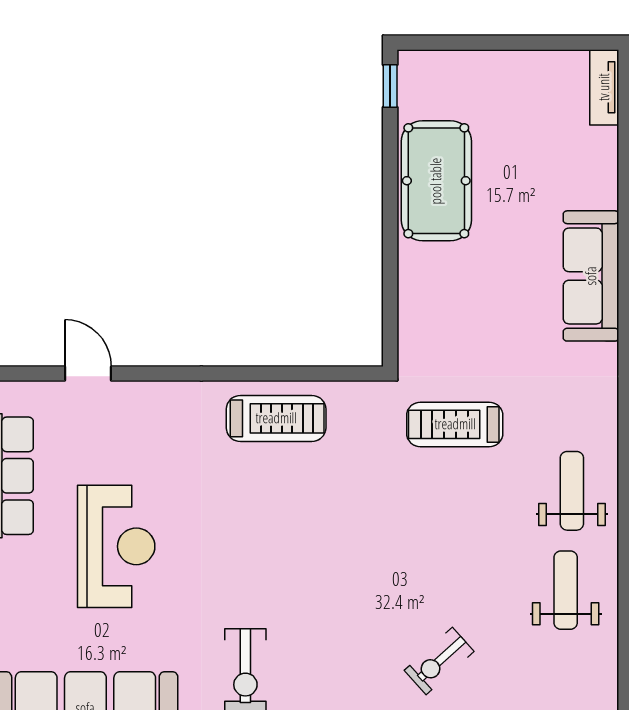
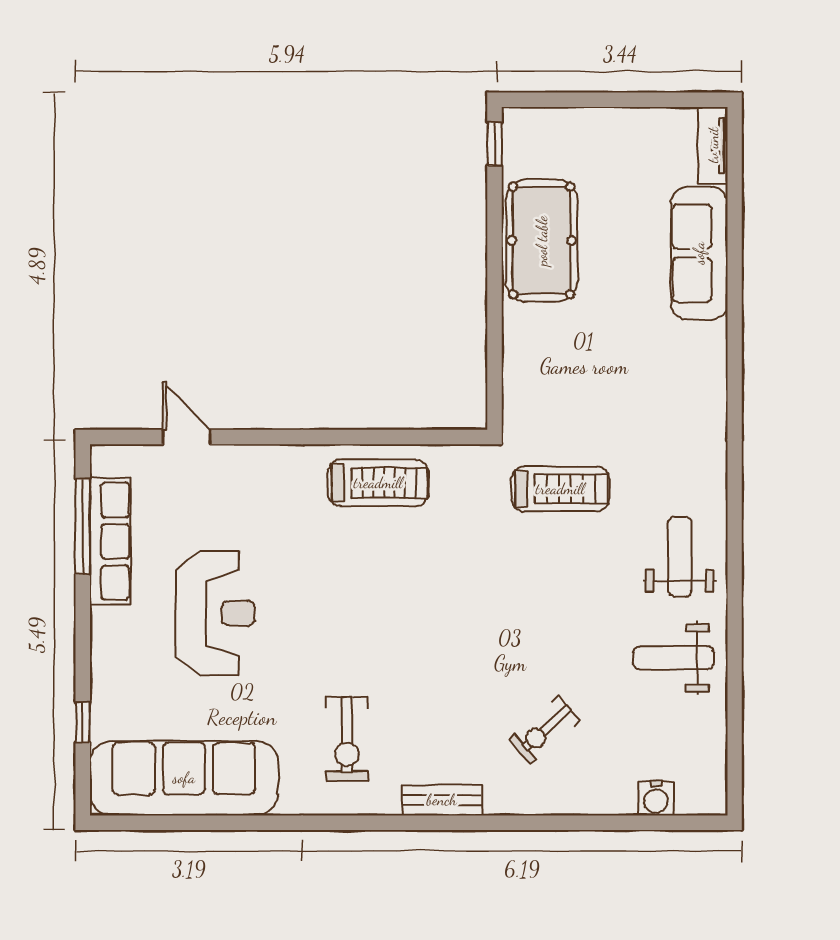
sofa: (591, 276) -> (699, 253), moved
treadmill: (455, 424) -> (560, 489), turned 180
weight bench: (566, 590) -> (673, 658), turned -90

